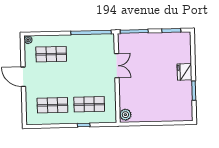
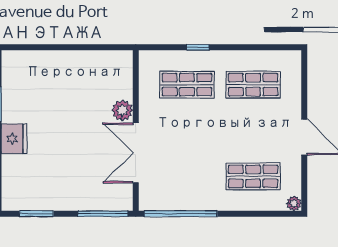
double door: (117, 66) -> (136, 153), width x1.37
plant: (125, 115) -> (122, 110), moved

